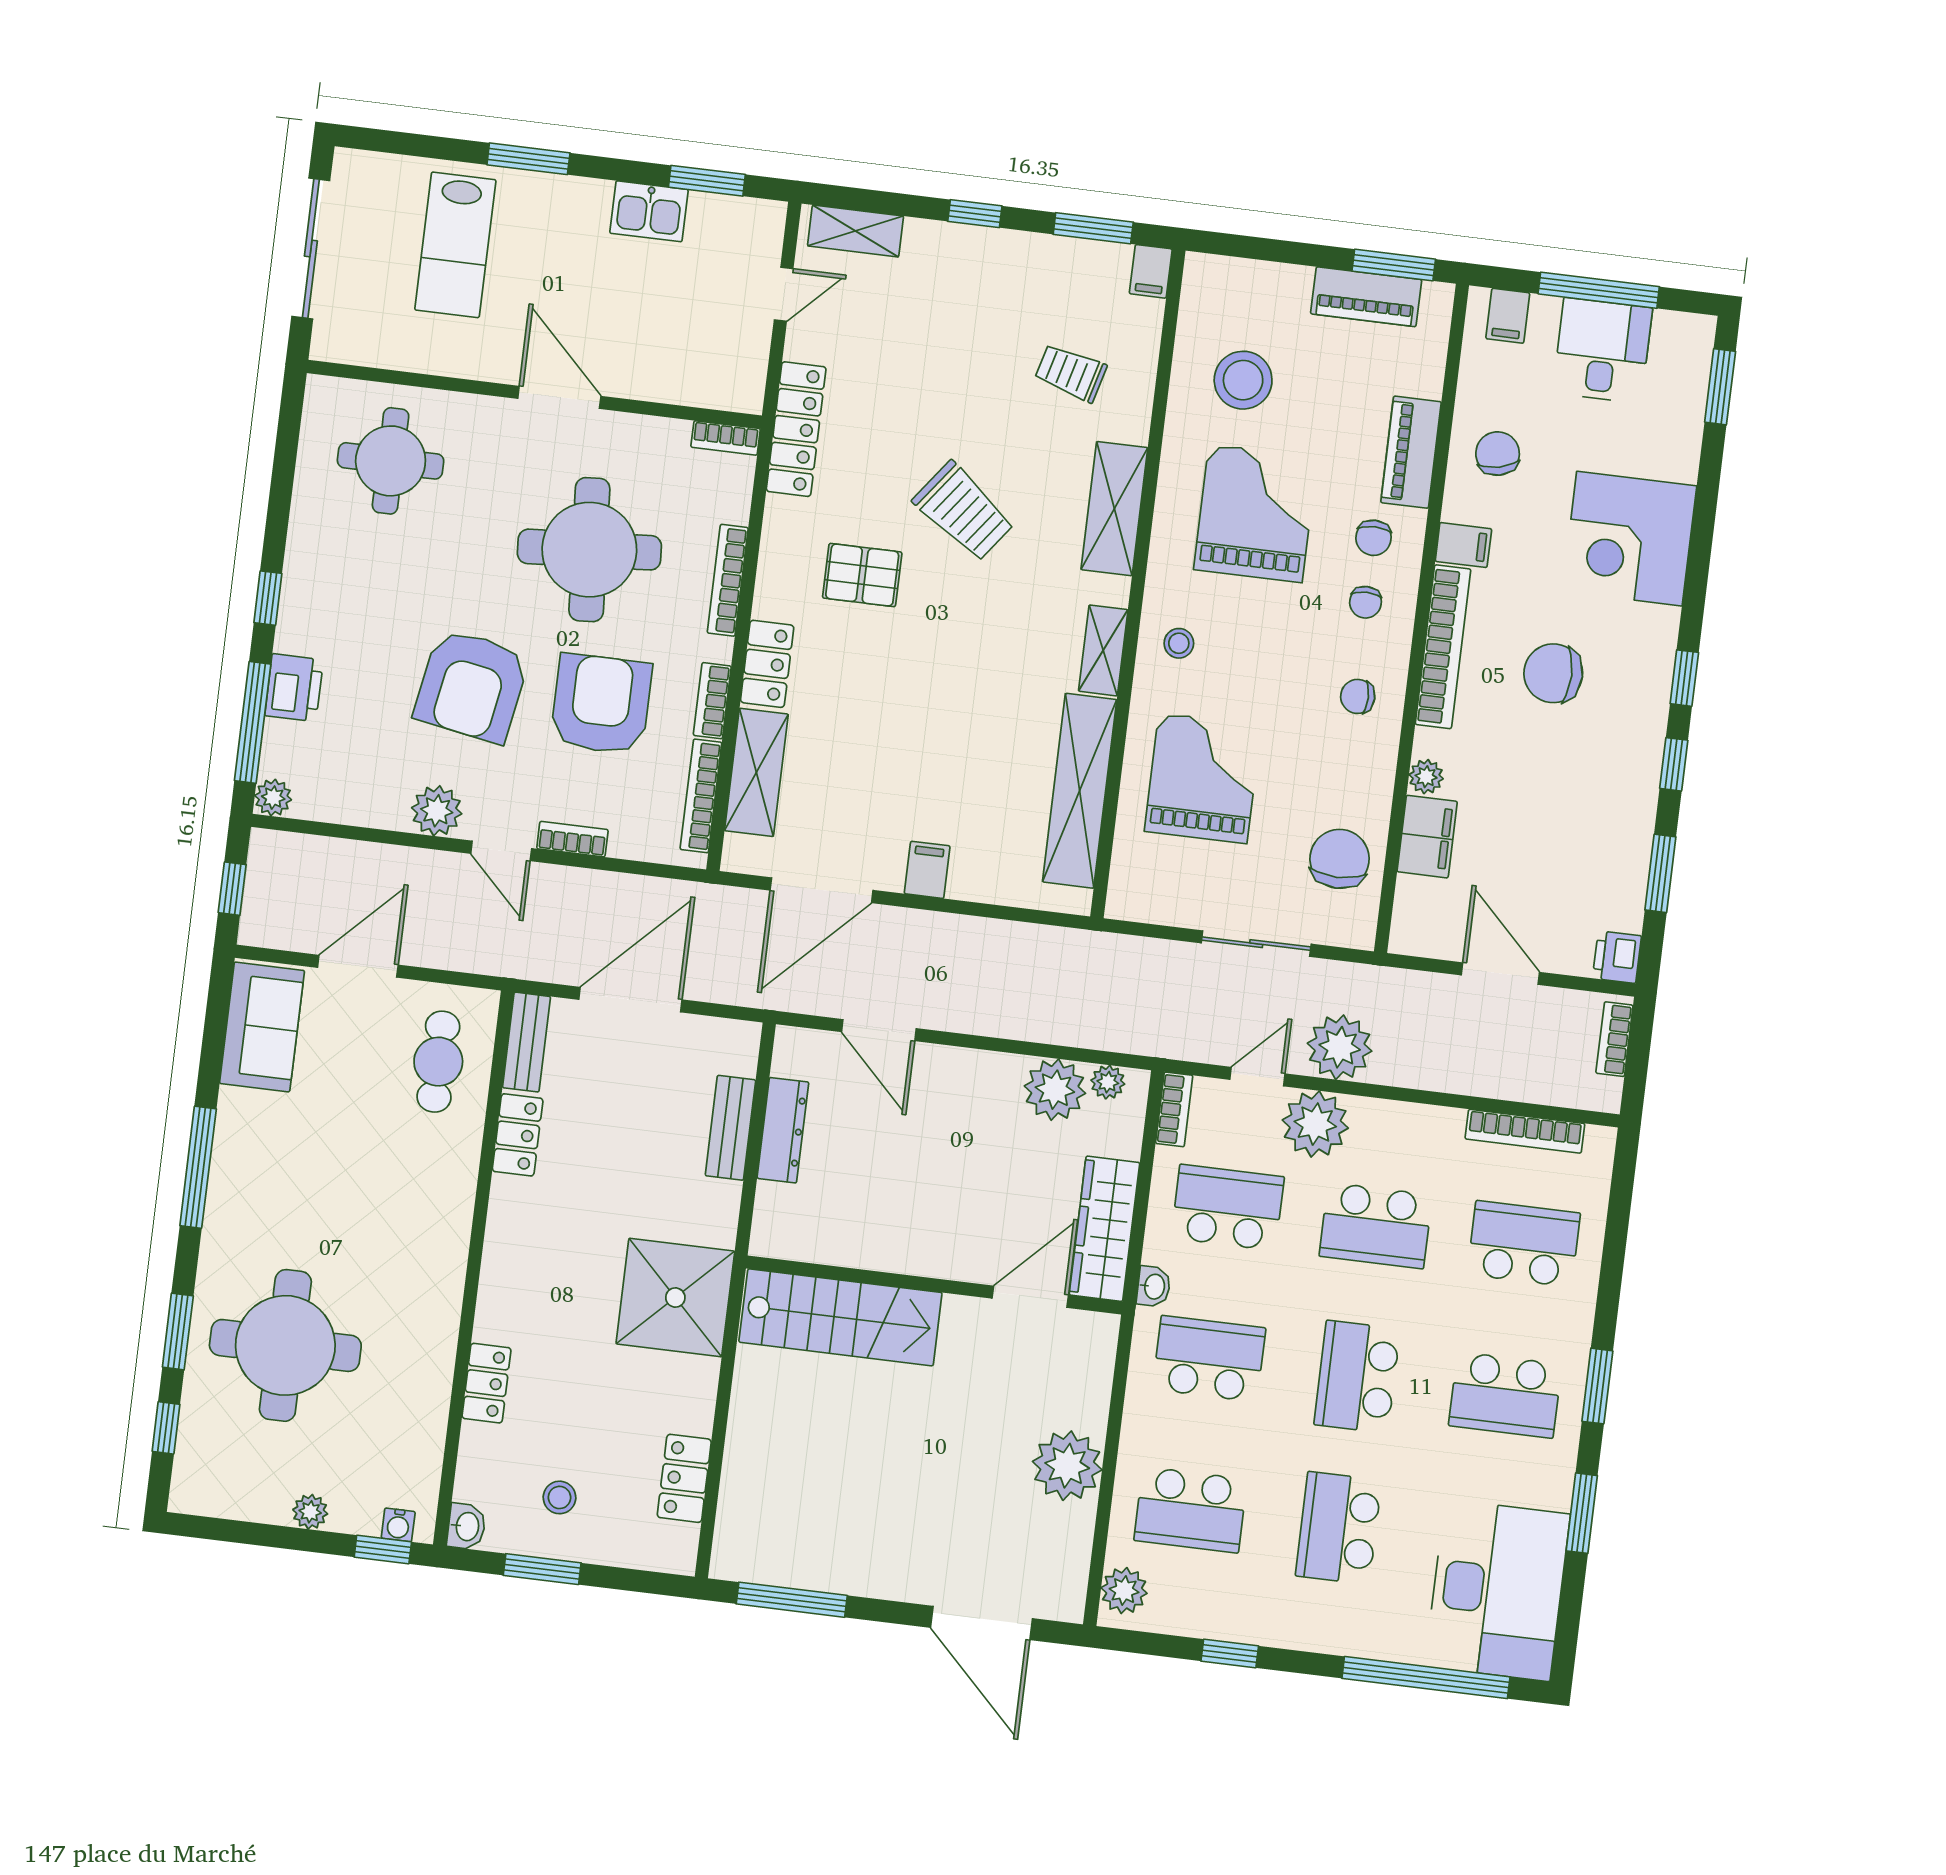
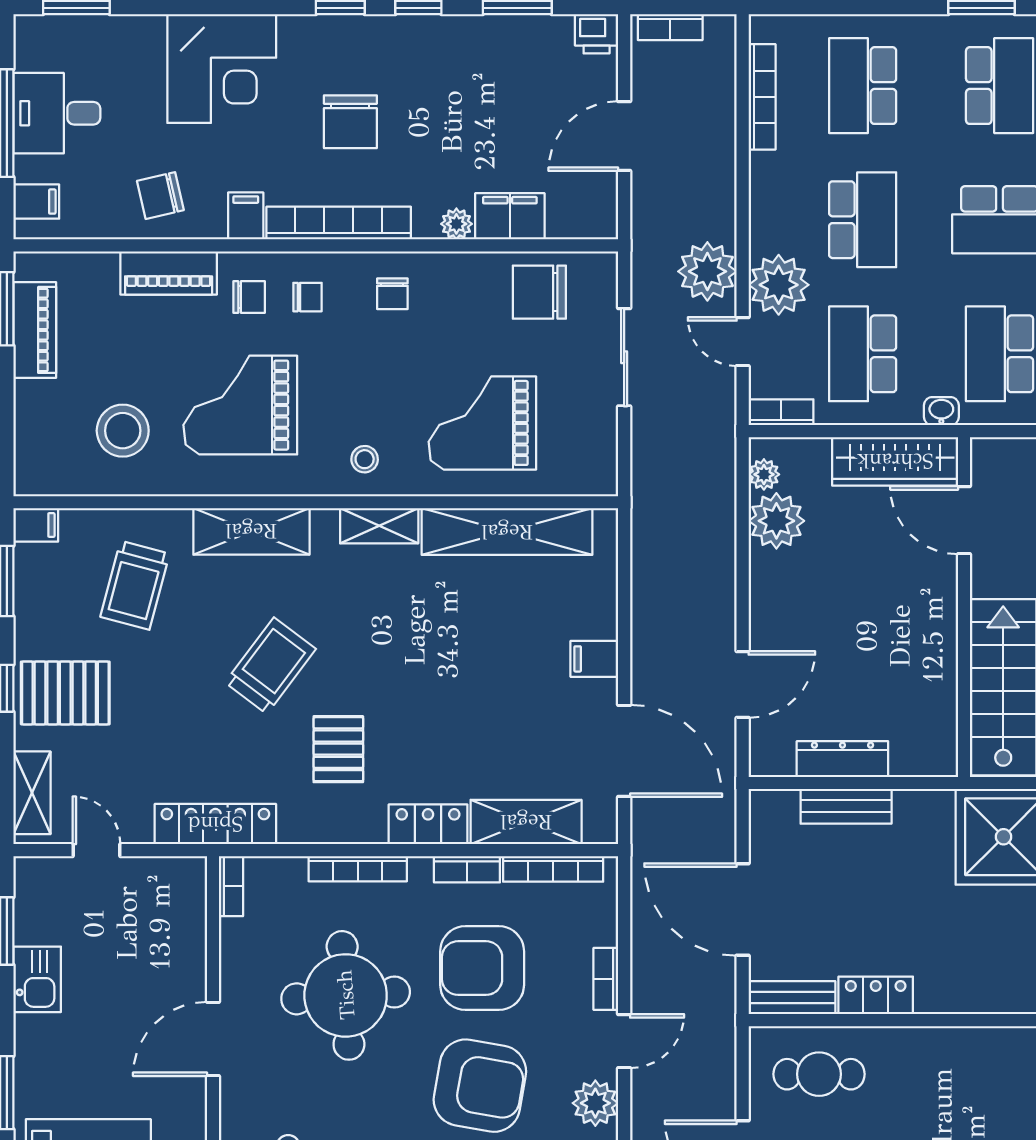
pallet: (961, 281) -> (65, 693), added
trolley: (1071, 373) -> (135, 585), width x1.36, depth x1.39

